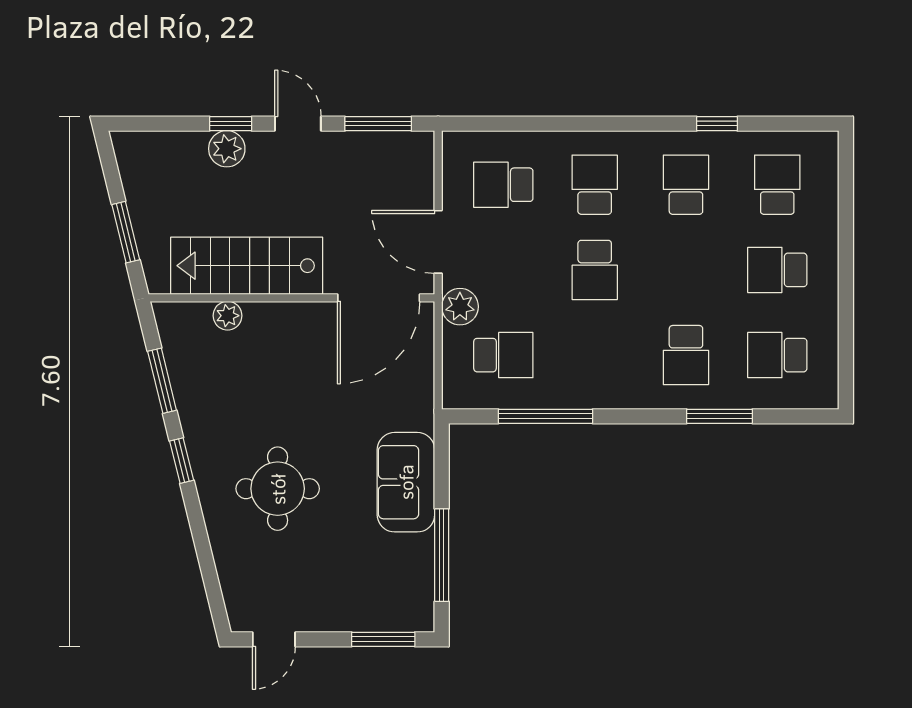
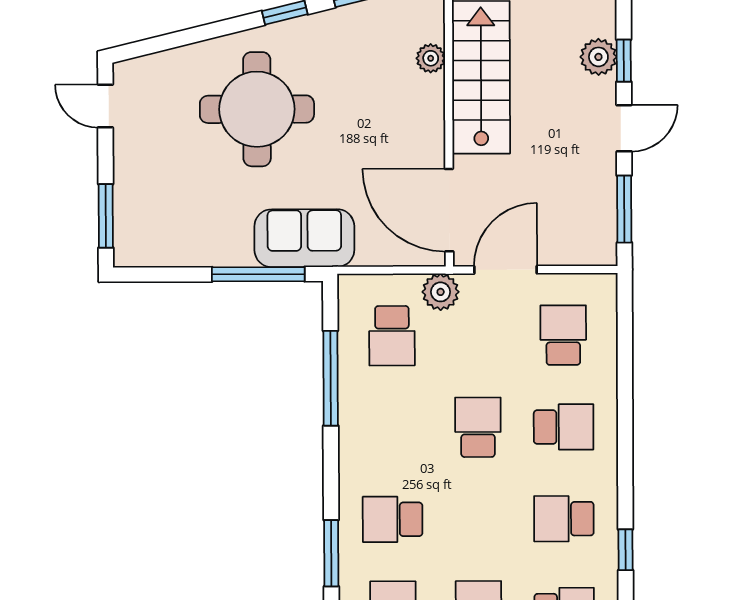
school desk: (686, 185) -> (564, 519), turned 180
school desk: (595, 270) -> (478, 427), turned 90
sofa: (406, 482) -> (304, 238), moved
round table: (278, 489) -> (257, 109), width x1.36, depth x1.36
window: (442, 555) -> (258, 274), moved

